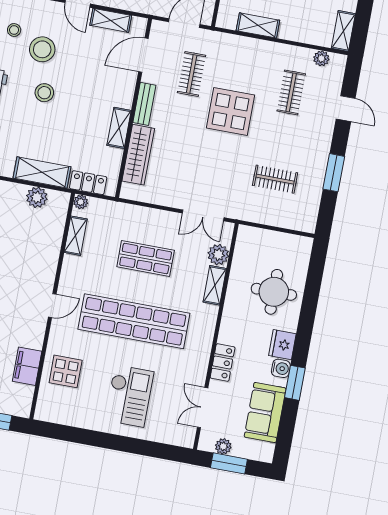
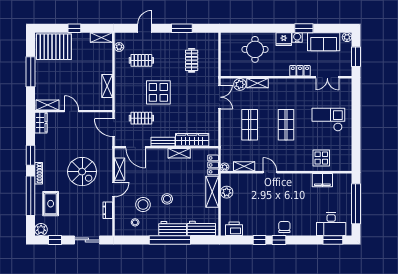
door: (52, 306) -> (270, 172), moved
shop shelf: (134, 321) -> (286, 125), width x0.50, depth x0.74
plant: (223, 446) -> (347, 37), moved

